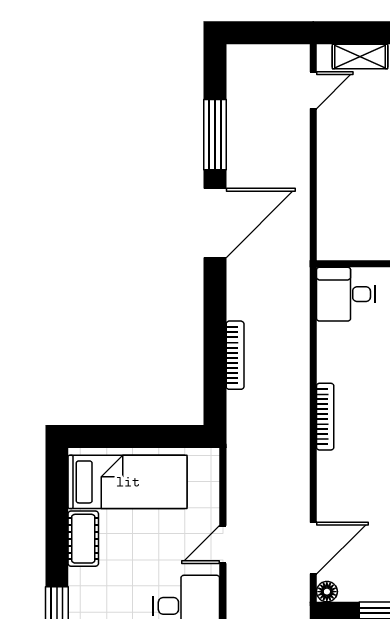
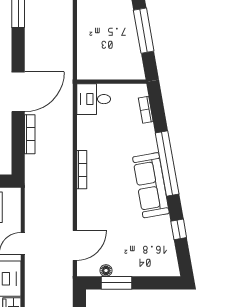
door: (215, 223) -> (18, 92), moved
floor lamp: (327, 592) -> (106, 270), moved

